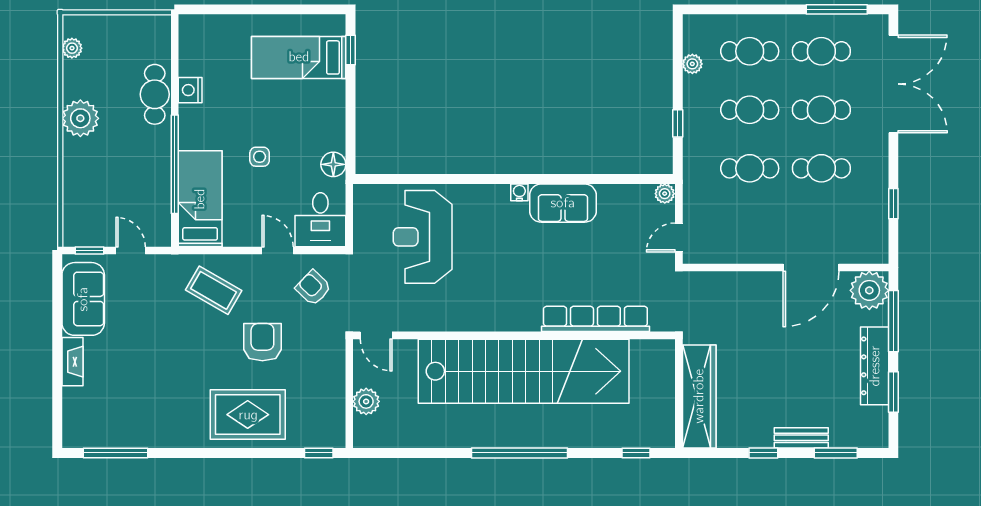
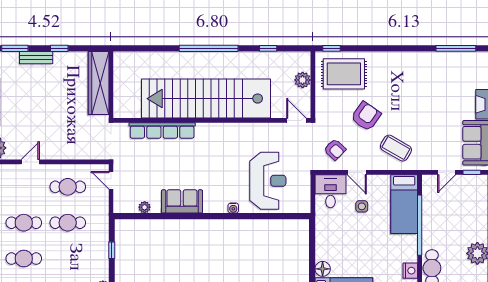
cafe table: (750, 110) -> (68, 187), moved
side table: (260, 157) -> (362, 206), moved
floor lamp: (333, 164) -> (323, 269), moved
water cooler: (519, 192) -> (233, 208), moved
plant: (665, 194) -> (145, 207), moved
door: (679, 238) -> (111, 180), swing flipped
door: (131, 251) -> (447, 172), hinge flipped
door: (811, 268) -> (30, 162), width x0.53
armchair: (262, 342) -> (366, 116), turned -145
rug: (248, 415) -> (344, 74), moved
window: (636, 453) -> (268, 48), moved

